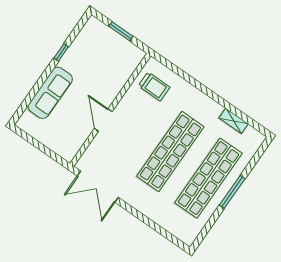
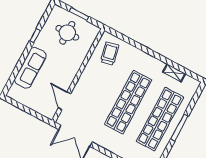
round table: (103, 54) -> (67, 33), added
trolley: (154, 86) -> (110, 54), turned -103
door: (103, 120) -> (64, 101), moved

